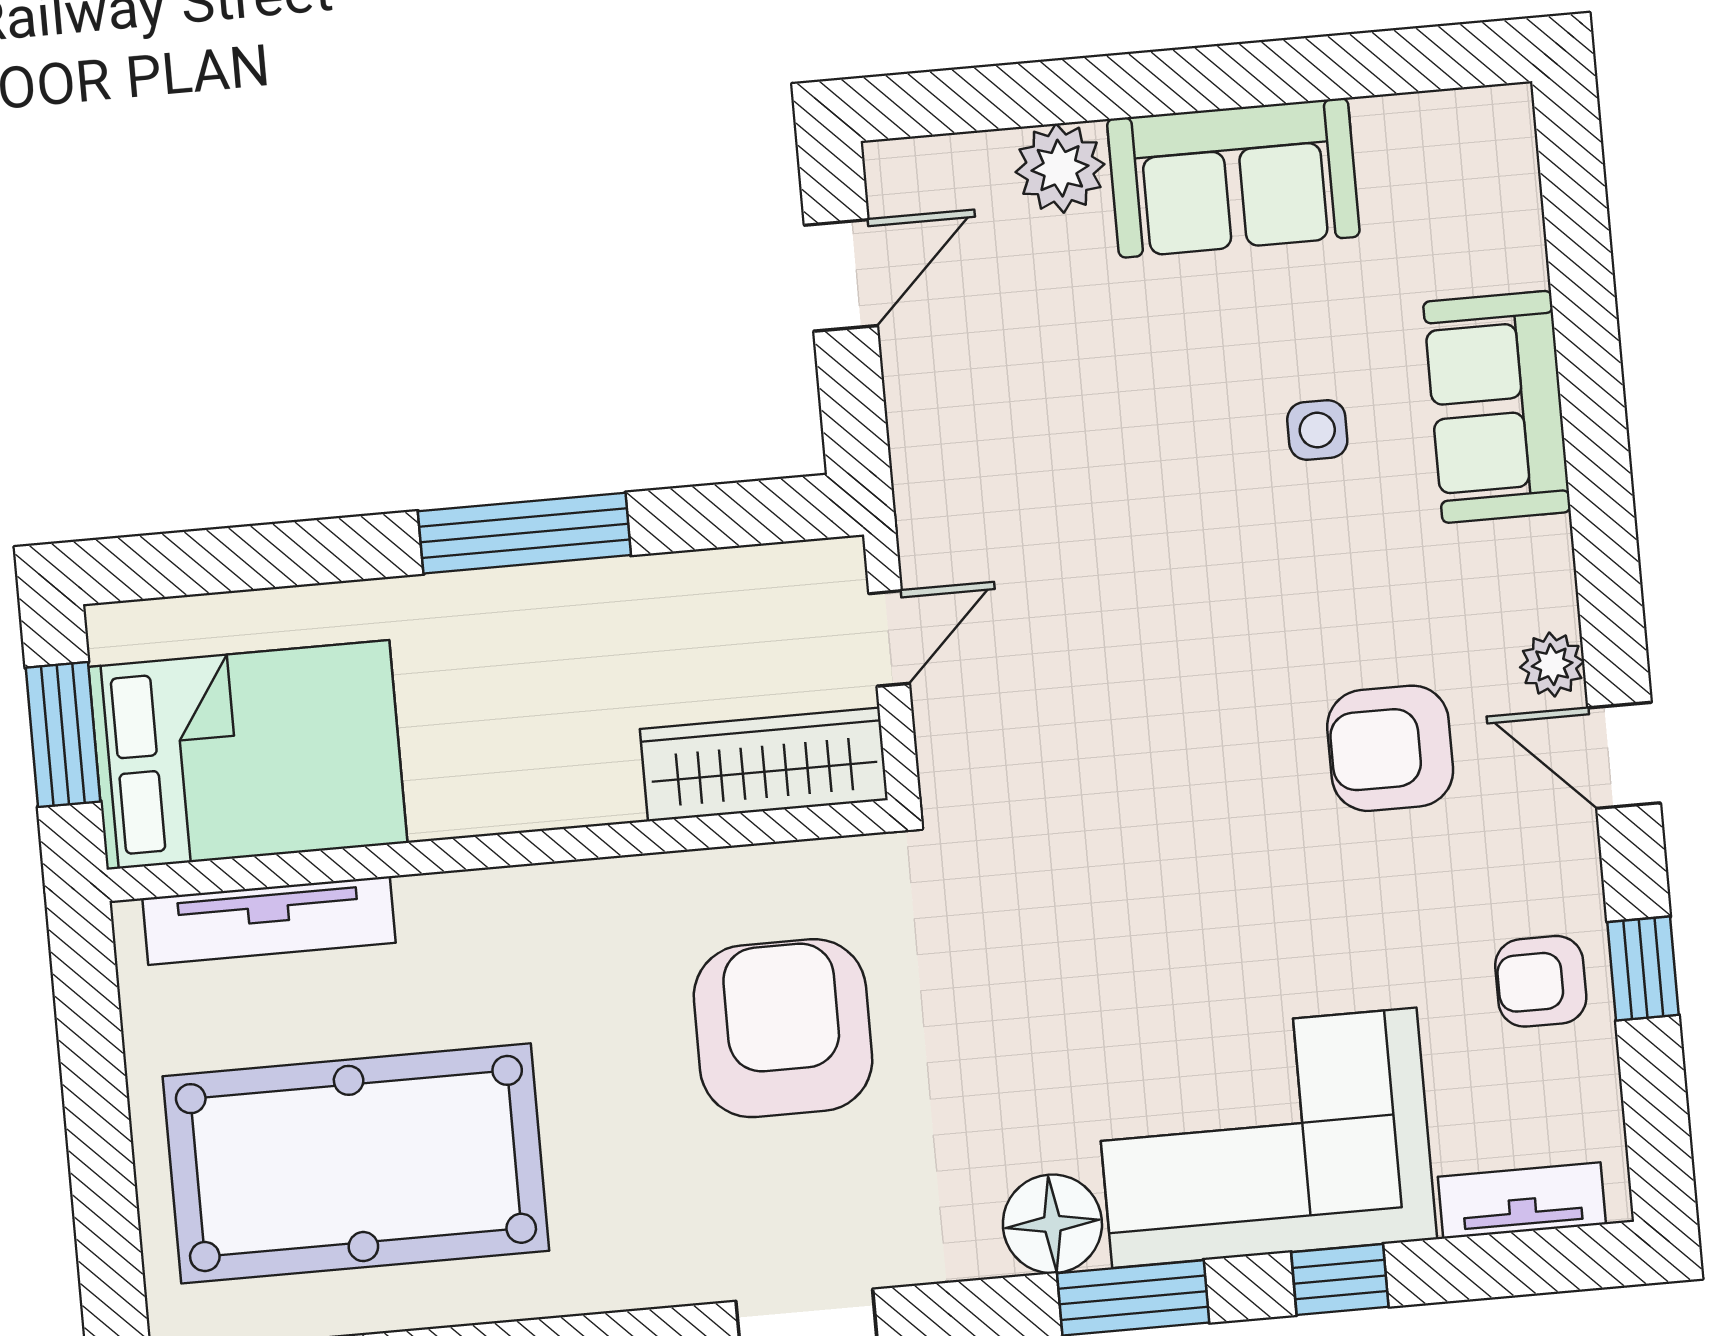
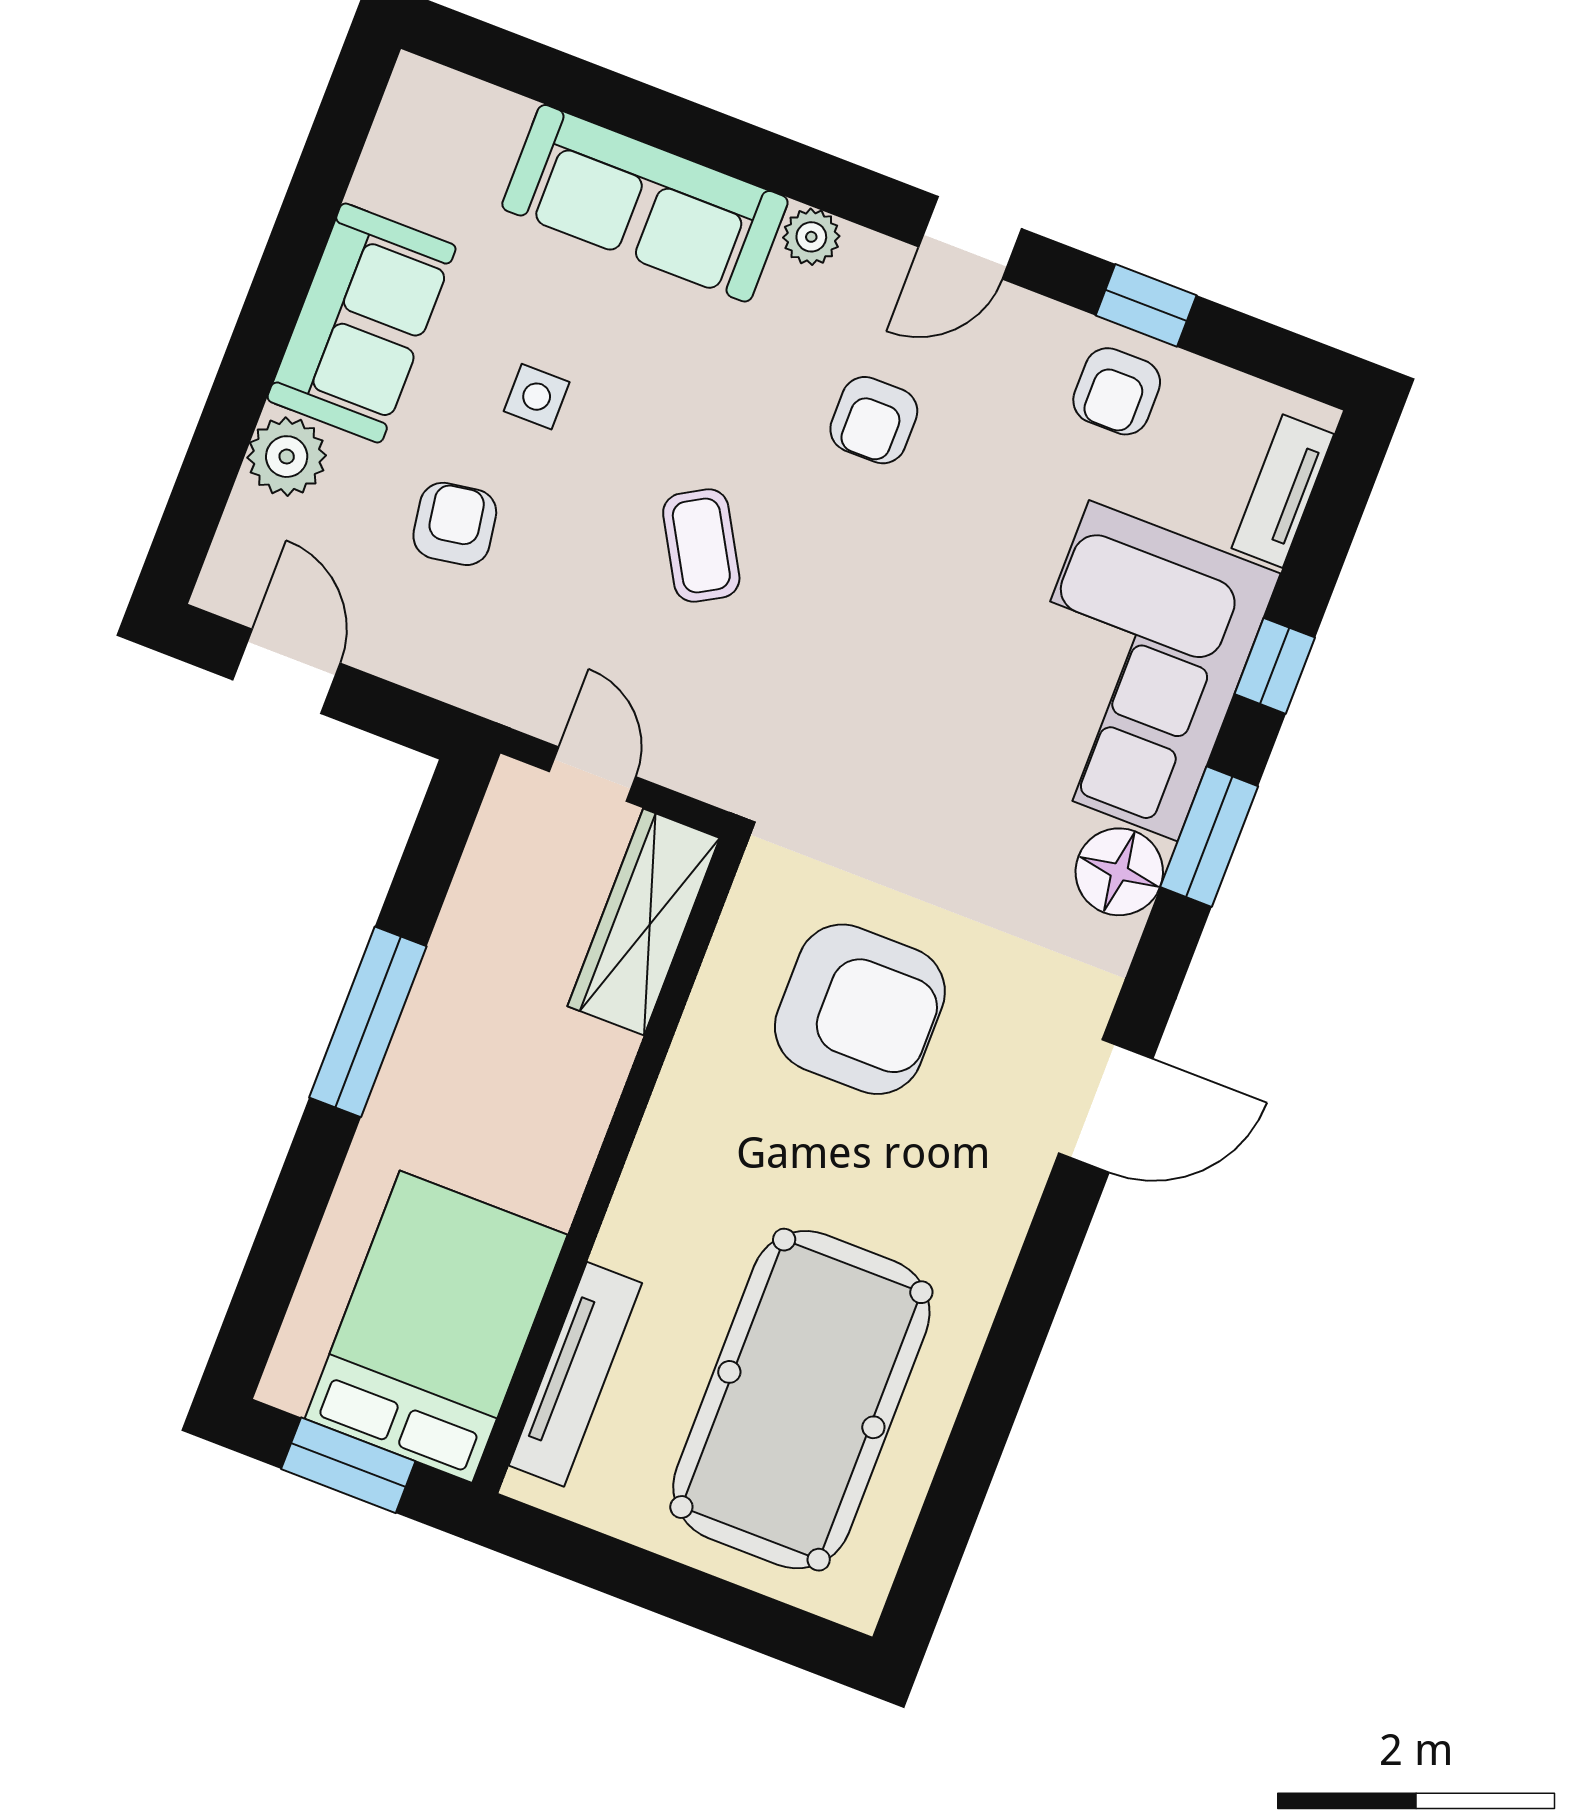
armchair: (1075, 373) -> (455, 524), added
sofa: (1497, 407) -> (645, 203), width x1.36
side table: (1317, 430) -> (537, 397), moved
coffee table: (1176, 635) -> (701, 546), added
plant: (1552, 665) -> (811, 237), moved
armchair: (1390, 748) -> (874, 420), width x0.72, depth x0.72
armchair: (783, 1028) -> (860, 1009), turned 180

